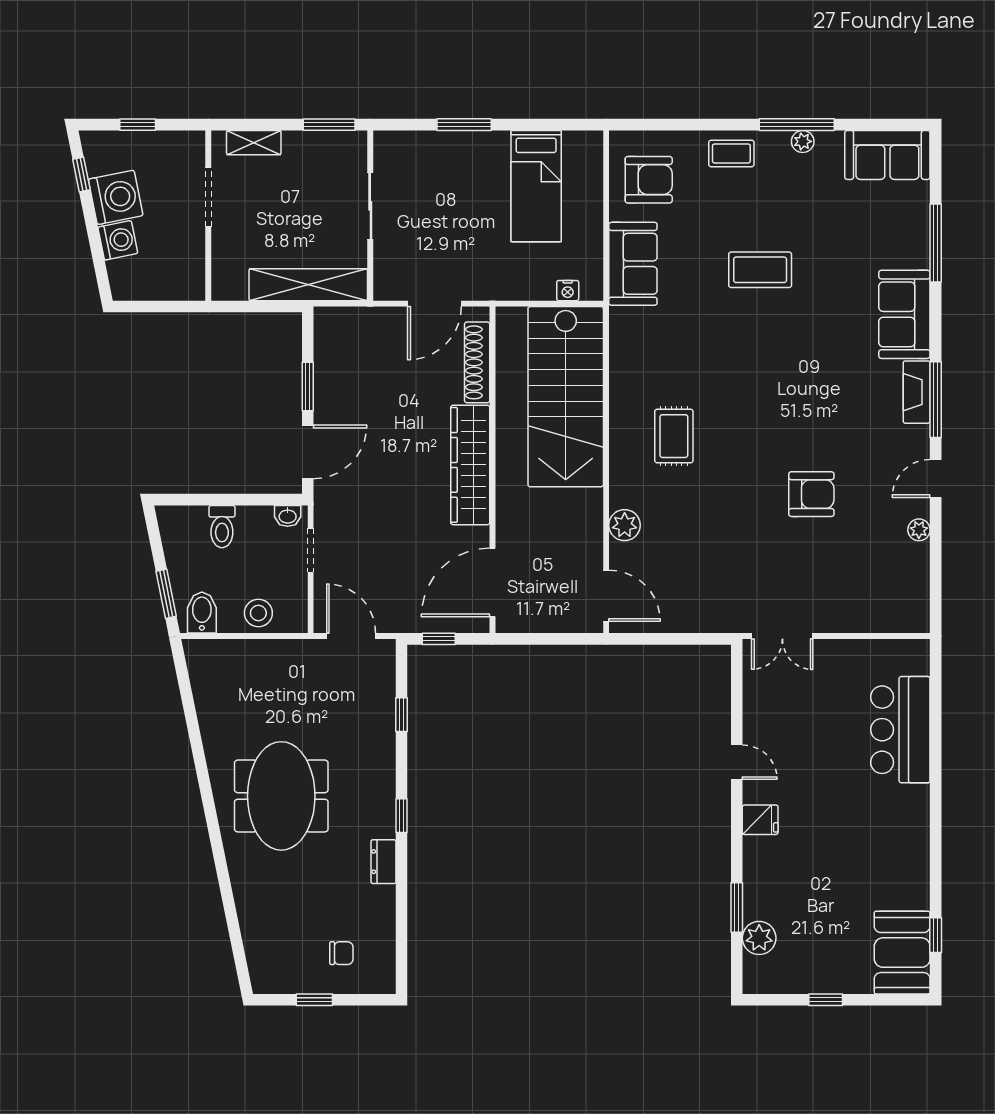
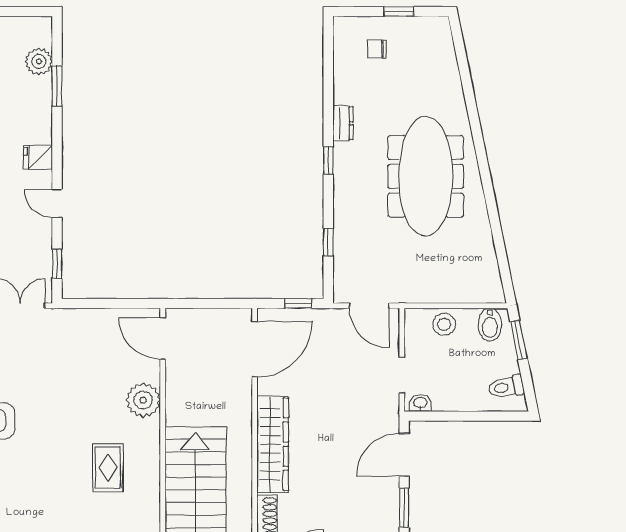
plant: (625, 525) -> (143, 400), width x1.36, depth x1.36
toilet: (222, 527) -> (506, 387), moved, turned -101
window: (737, 688) -> (57, 264), added
meeting table: (281, 796) -> (426, 176), width x1.36

